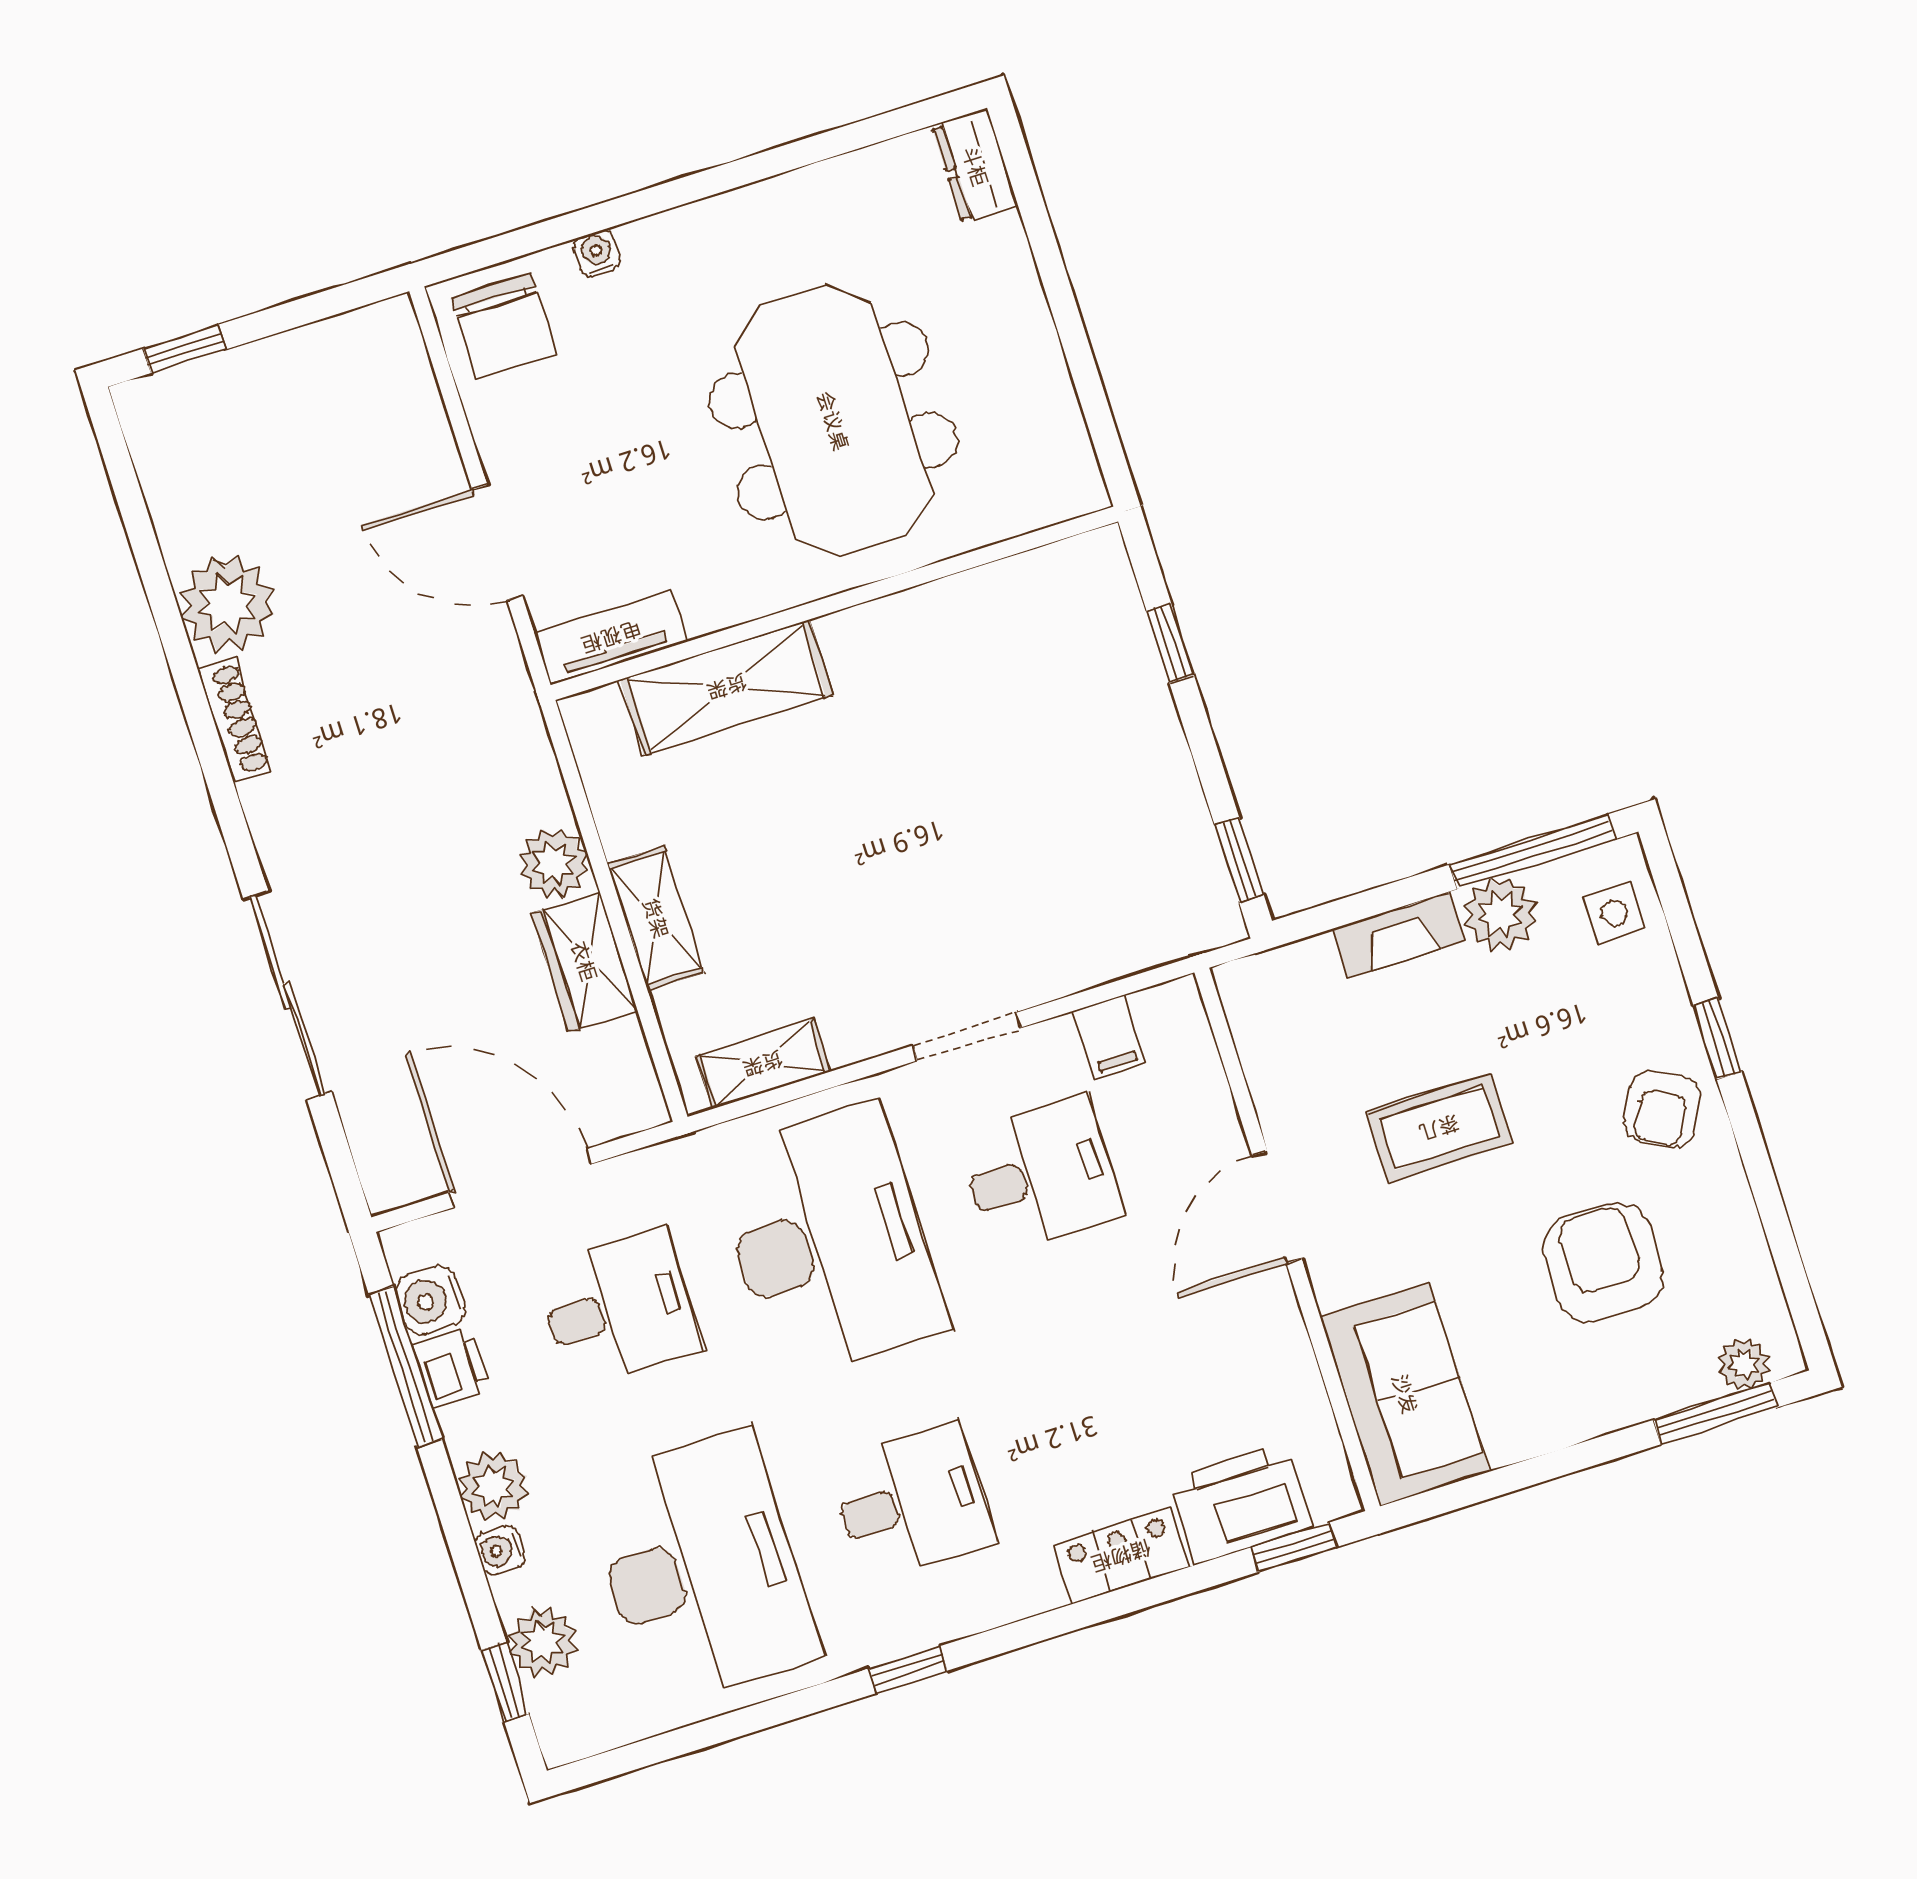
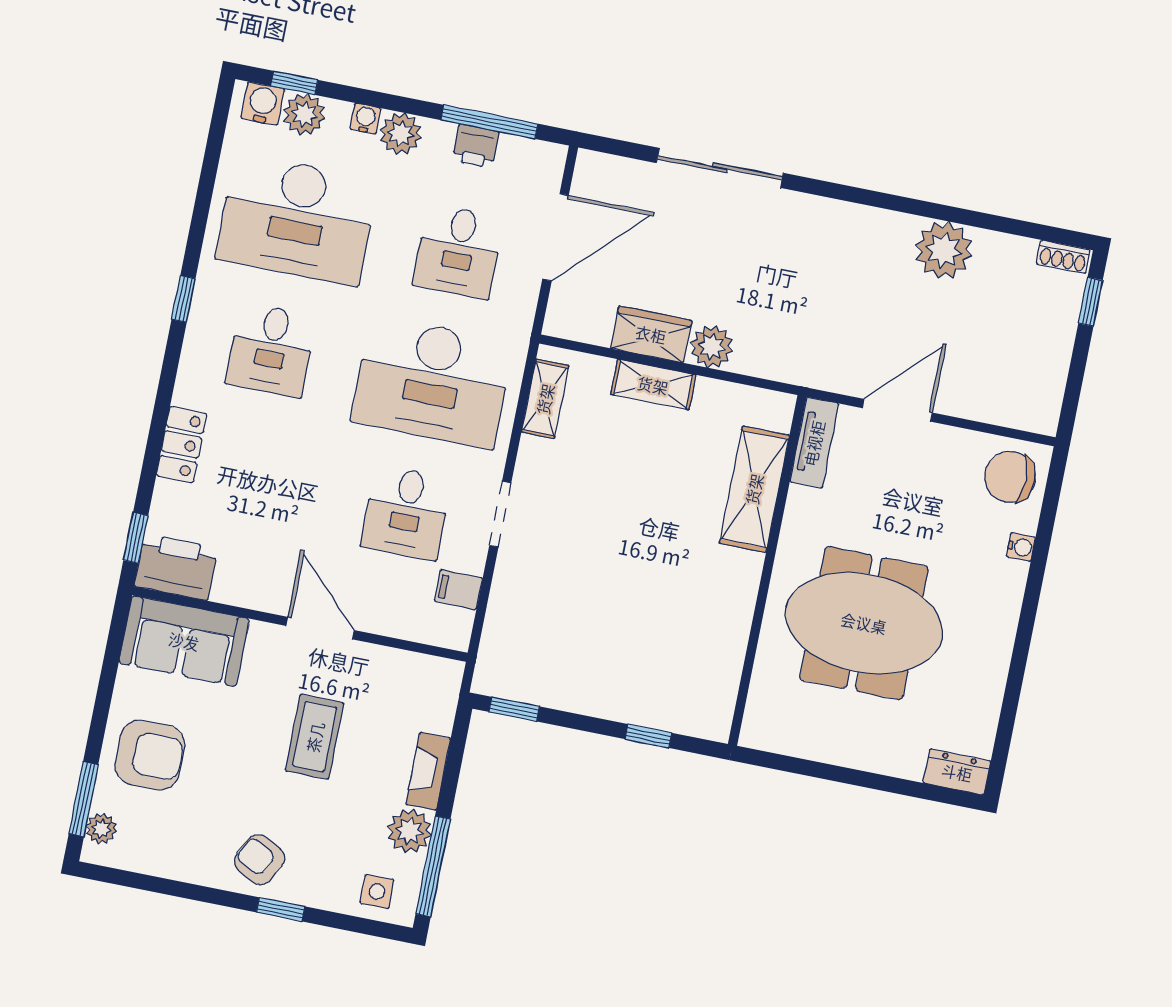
shoe rack: (235, 720) -> (1063, 257), moved, width x0.70
armchair: (1603, 1263) -> (150, 755), moved
water cooler: (430, 1300) -> (263, 104), moved
printer: (1241, 1504) -> (176, 567), moved, turned -90

